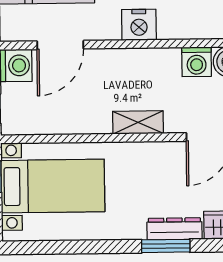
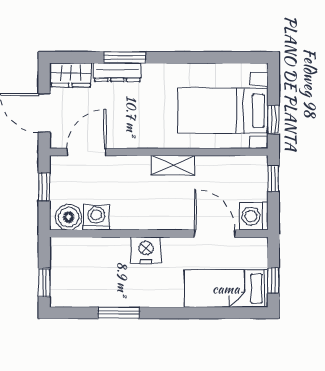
door: (60, 45) -> (215, 233), hinge flipped
shelving: (138, 122) -> (173, 165), moved

